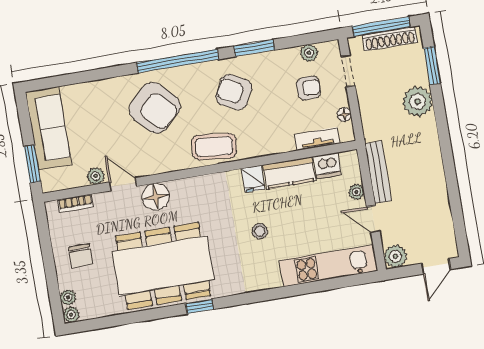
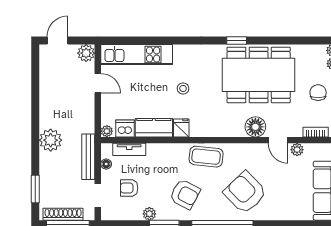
plant: (309, 53) -> (149, 214), moved
plant: (417, 101) -> (51, 140), moved
bench: (378, 172) -> (88, 157), moved
plant: (356, 192) -> (107, 131), moved

